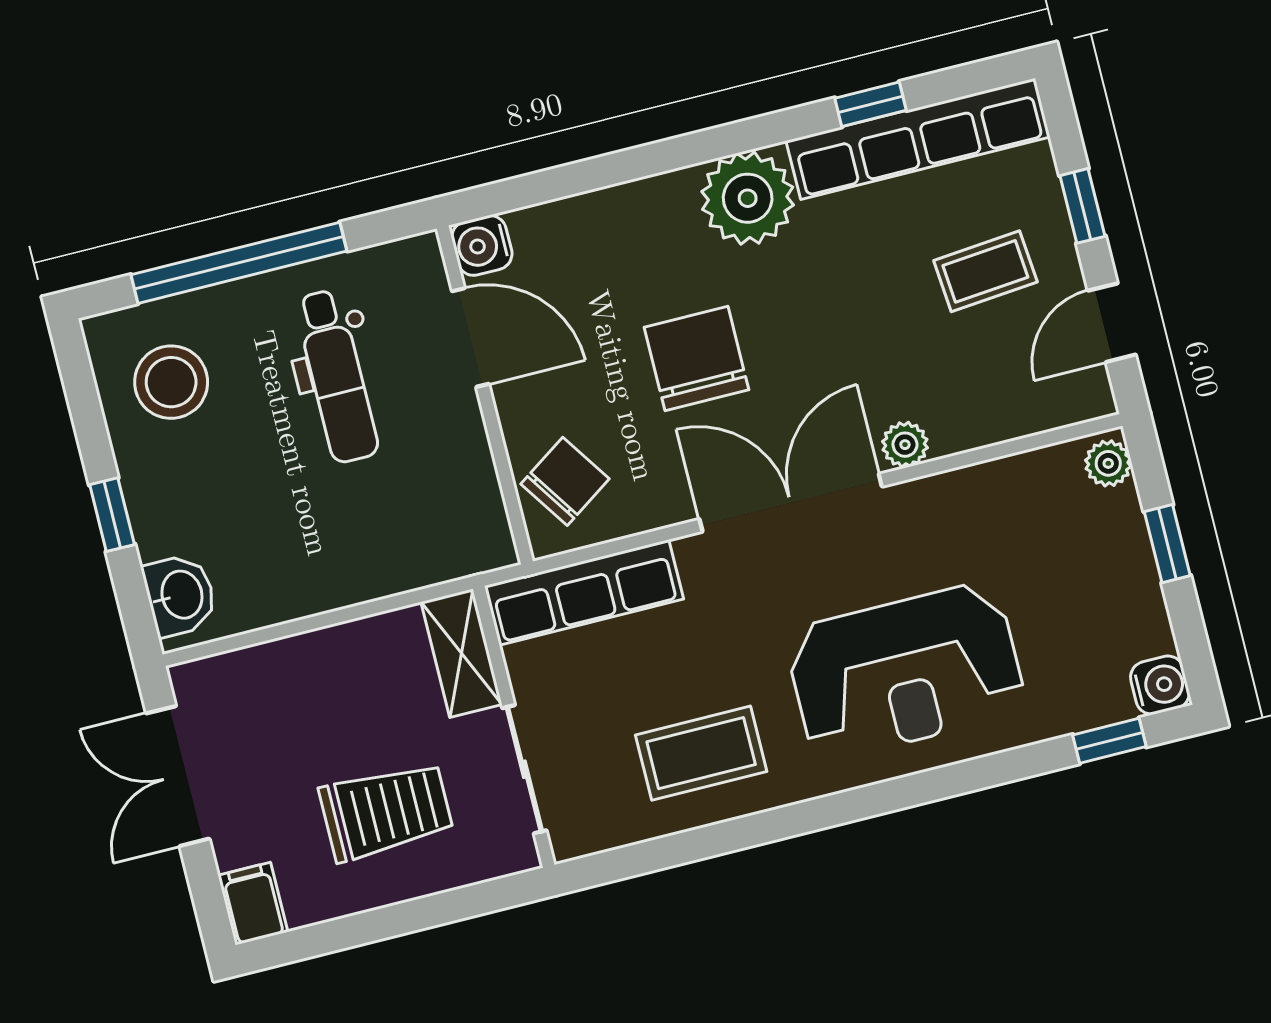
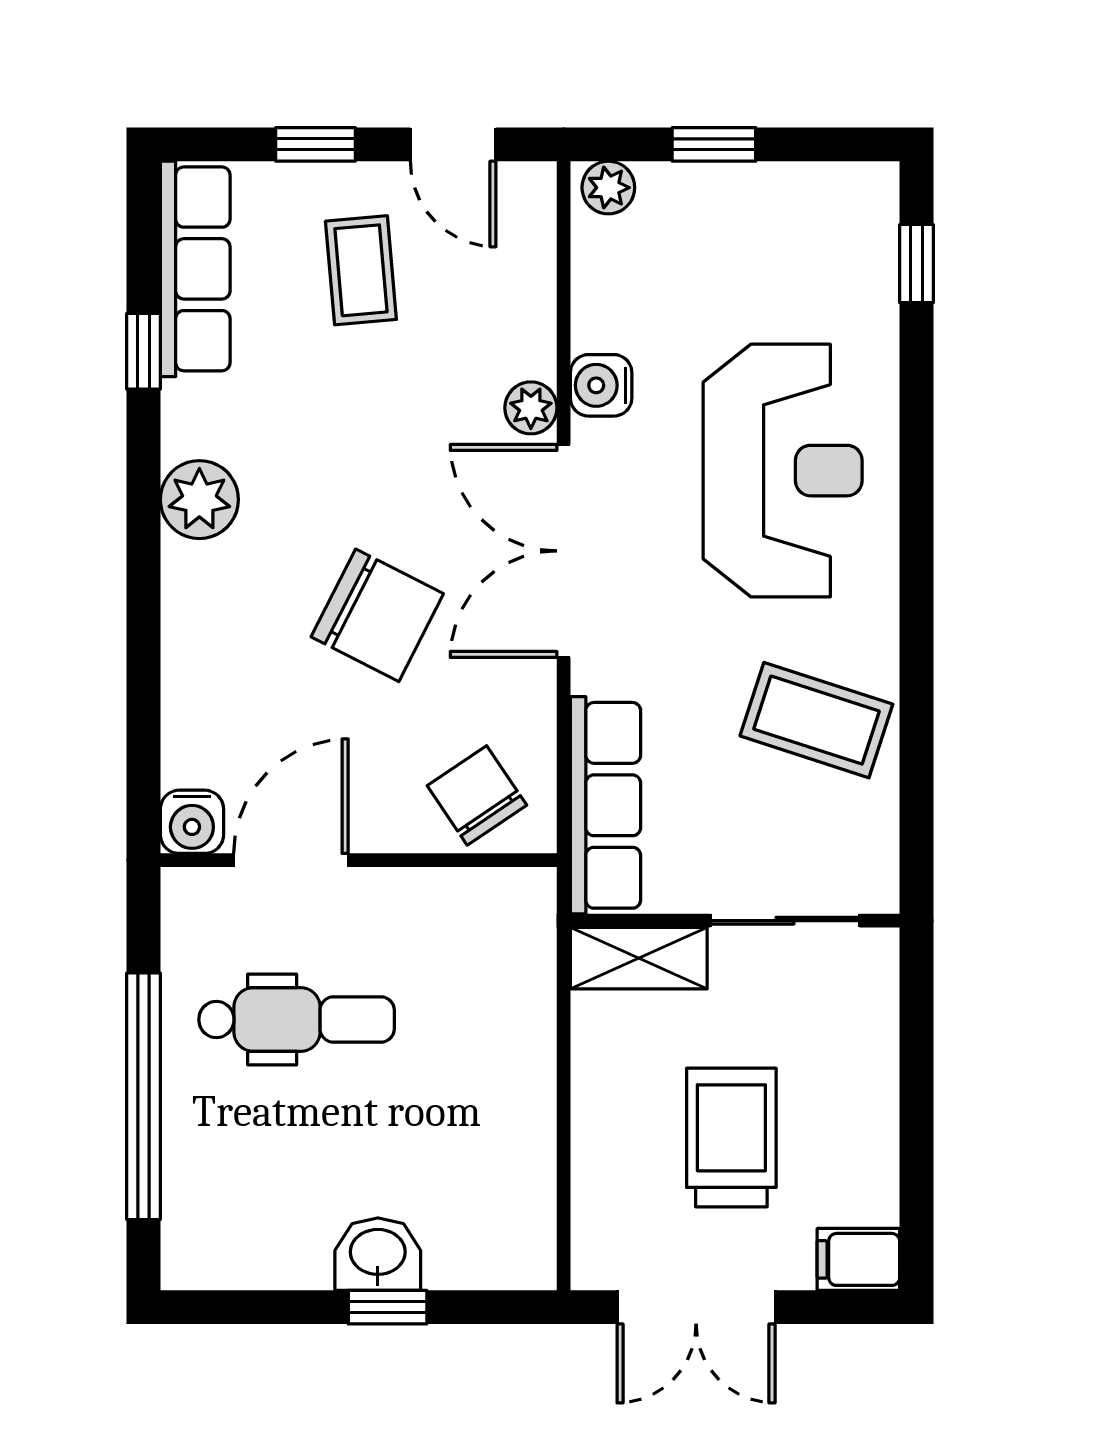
row of seats: (918, 139) -> (195, 269), width x0.73
plant: (748, 198) -> (199, 500), width x0.73, depth x0.73
chair: (696, 359) -> (377, 615), turned -153
stool: (171, 382) -> (257, 1205), removed
washbasin: (180, 595) -> (378, 1254), moved
water cooler: (1160, 685) -> (601, 385), moved, turned -90
coffee table: (701, 753) -> (816, 720), turned -72
trolley: (386, 811) -> (731, 1137), moved

